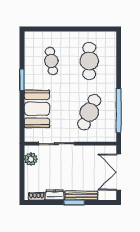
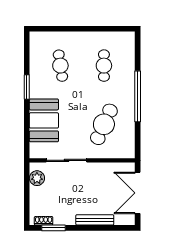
cafe table: (89, 61) -> (104, 66), width x0.73, depth x0.74
window: (119, 111) -> (138, 96), moved
dresser: (55, 195) -> (64, 219), removed
window: (74, 202) -> (53, 228), moved

